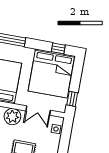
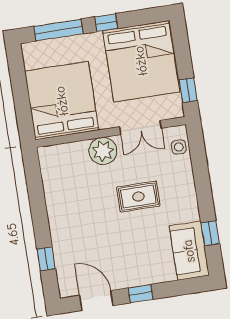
window: (58, 48) -> (106, 23), moved

